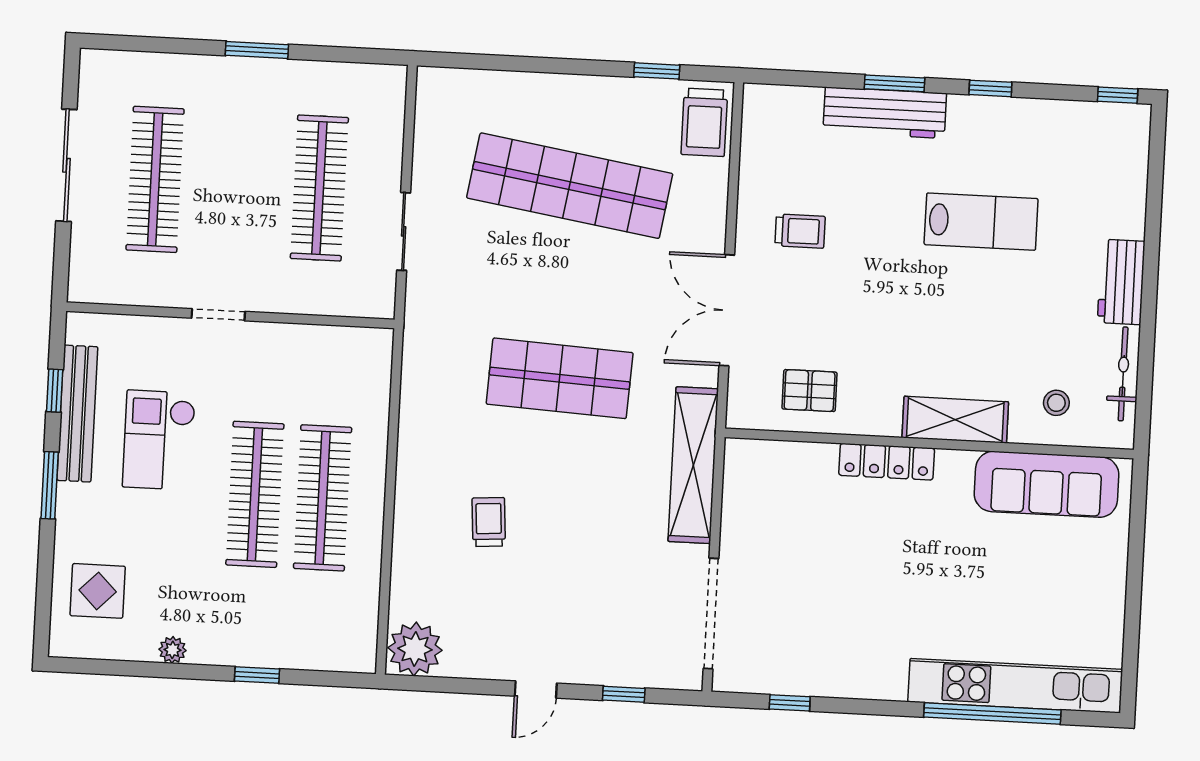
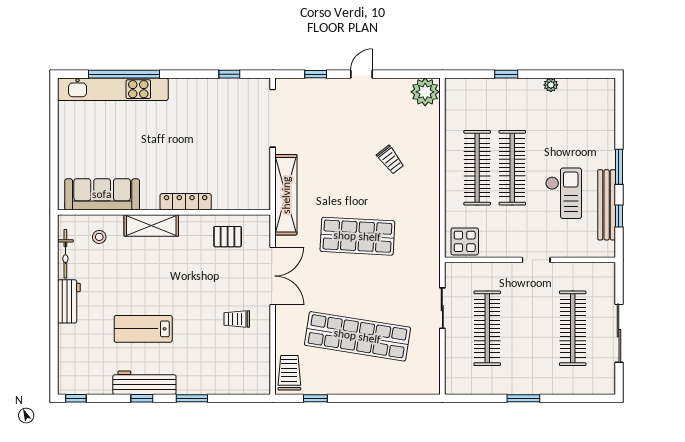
workbench: (885, 113) -> (144, 383), moved
trolley: (489, 522) -> (390, 160), turned -34
display table: (98, 591) -> (465, 241), moved

